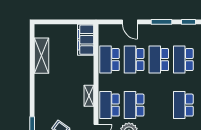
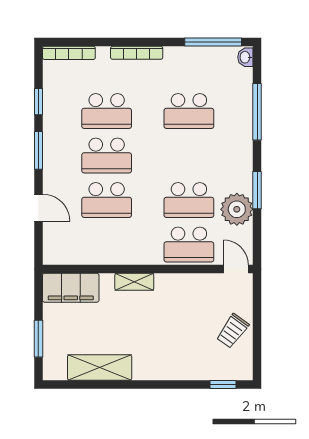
window: (57, 22) -> (38, 339), added
door: (130, 22) -> (38, 208), hinge flipped
school desk: (110, 60) -> (107, 244), removed
shelving: (89, 96) -> (134, 282), moved

